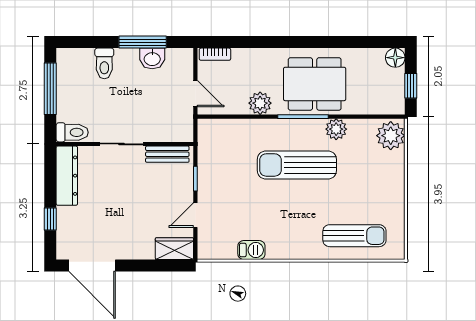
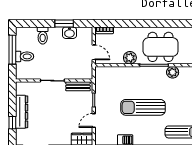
window: (143, 42) -> (64, 23), width x0.69
toilet: (72, 132) -> (25, 56), moved
sun lounger: (297, 165) -> (143, 107), moved
dresser: (67, 176) -> (22, 112), moved

